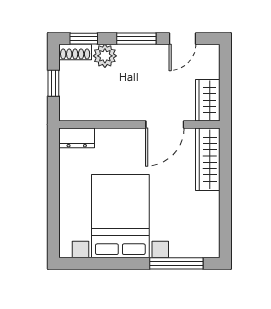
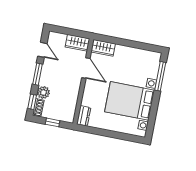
wardrobe: (208, 159) -> (103, 48), width x0.67

